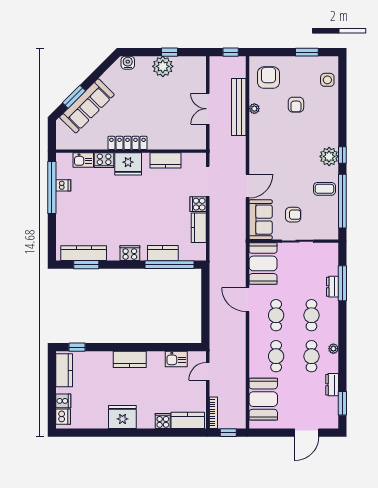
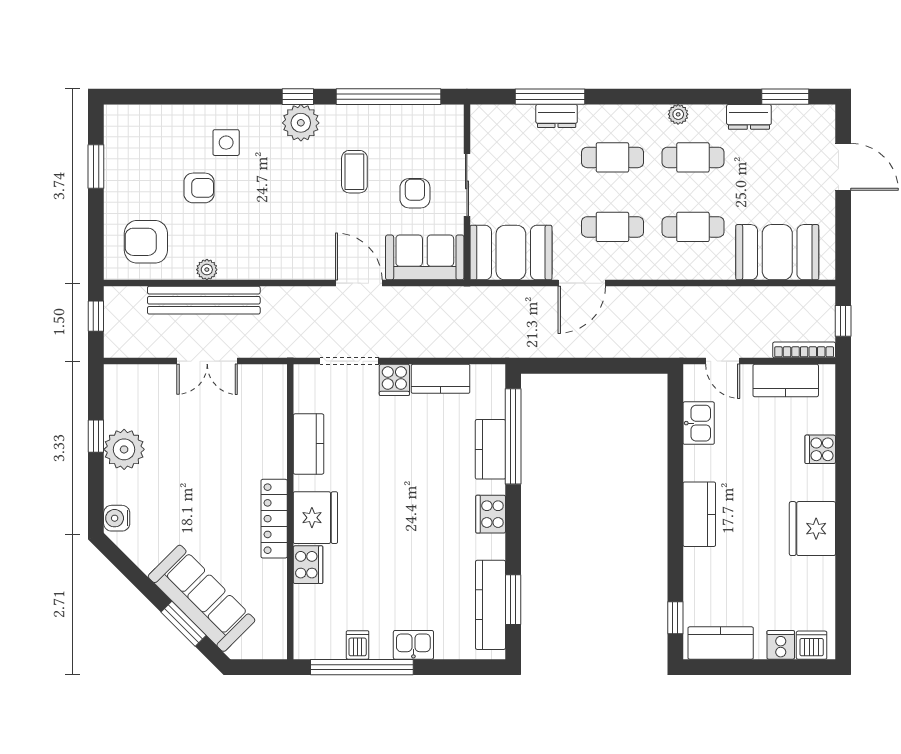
side table: (327, 80) -> (226, 143), moved
kitchen sink: (83, 160) -> (413, 645), moved, turned -90
coffee table: (324, 189) -> (354, 172), moved
kitchen counter: (188, 420) -> (786, 380), moved, turned -90

